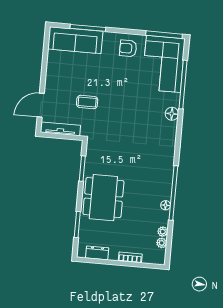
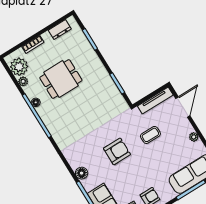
plant: (51, 72) -> (194, 137), added
armchair: (127, 110) -> (117, 151), added
dining table: (103, 198) -> (61, 79), moved, width x0.73
plant: (162, 243) -> (19, 67), width x1.88, depth x1.88

